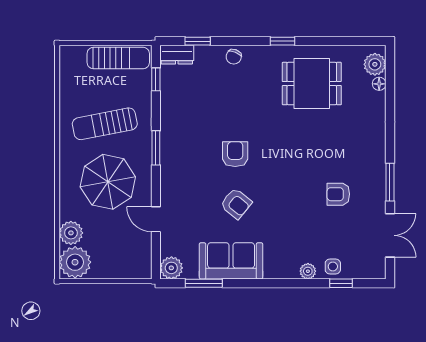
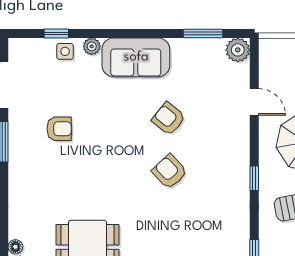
window: (156, 148) -> (254, 178), width x0.67
armchair: (235, 154) -> (169, 172), turned 137
sofa: (231, 261) -> (136, 57), moved

